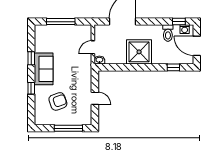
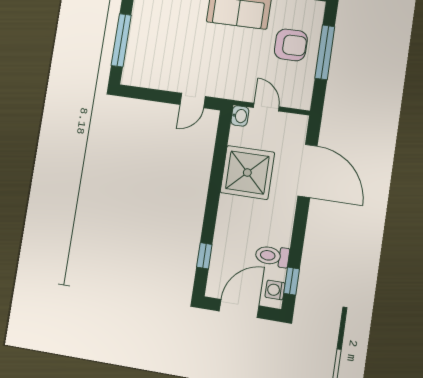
shower: (139, 52) -> (247, 173), moved
door: (95, 98) -> (193, 101), moved
armchair: (58, 101) -> (291, 45), moved, turned -70

